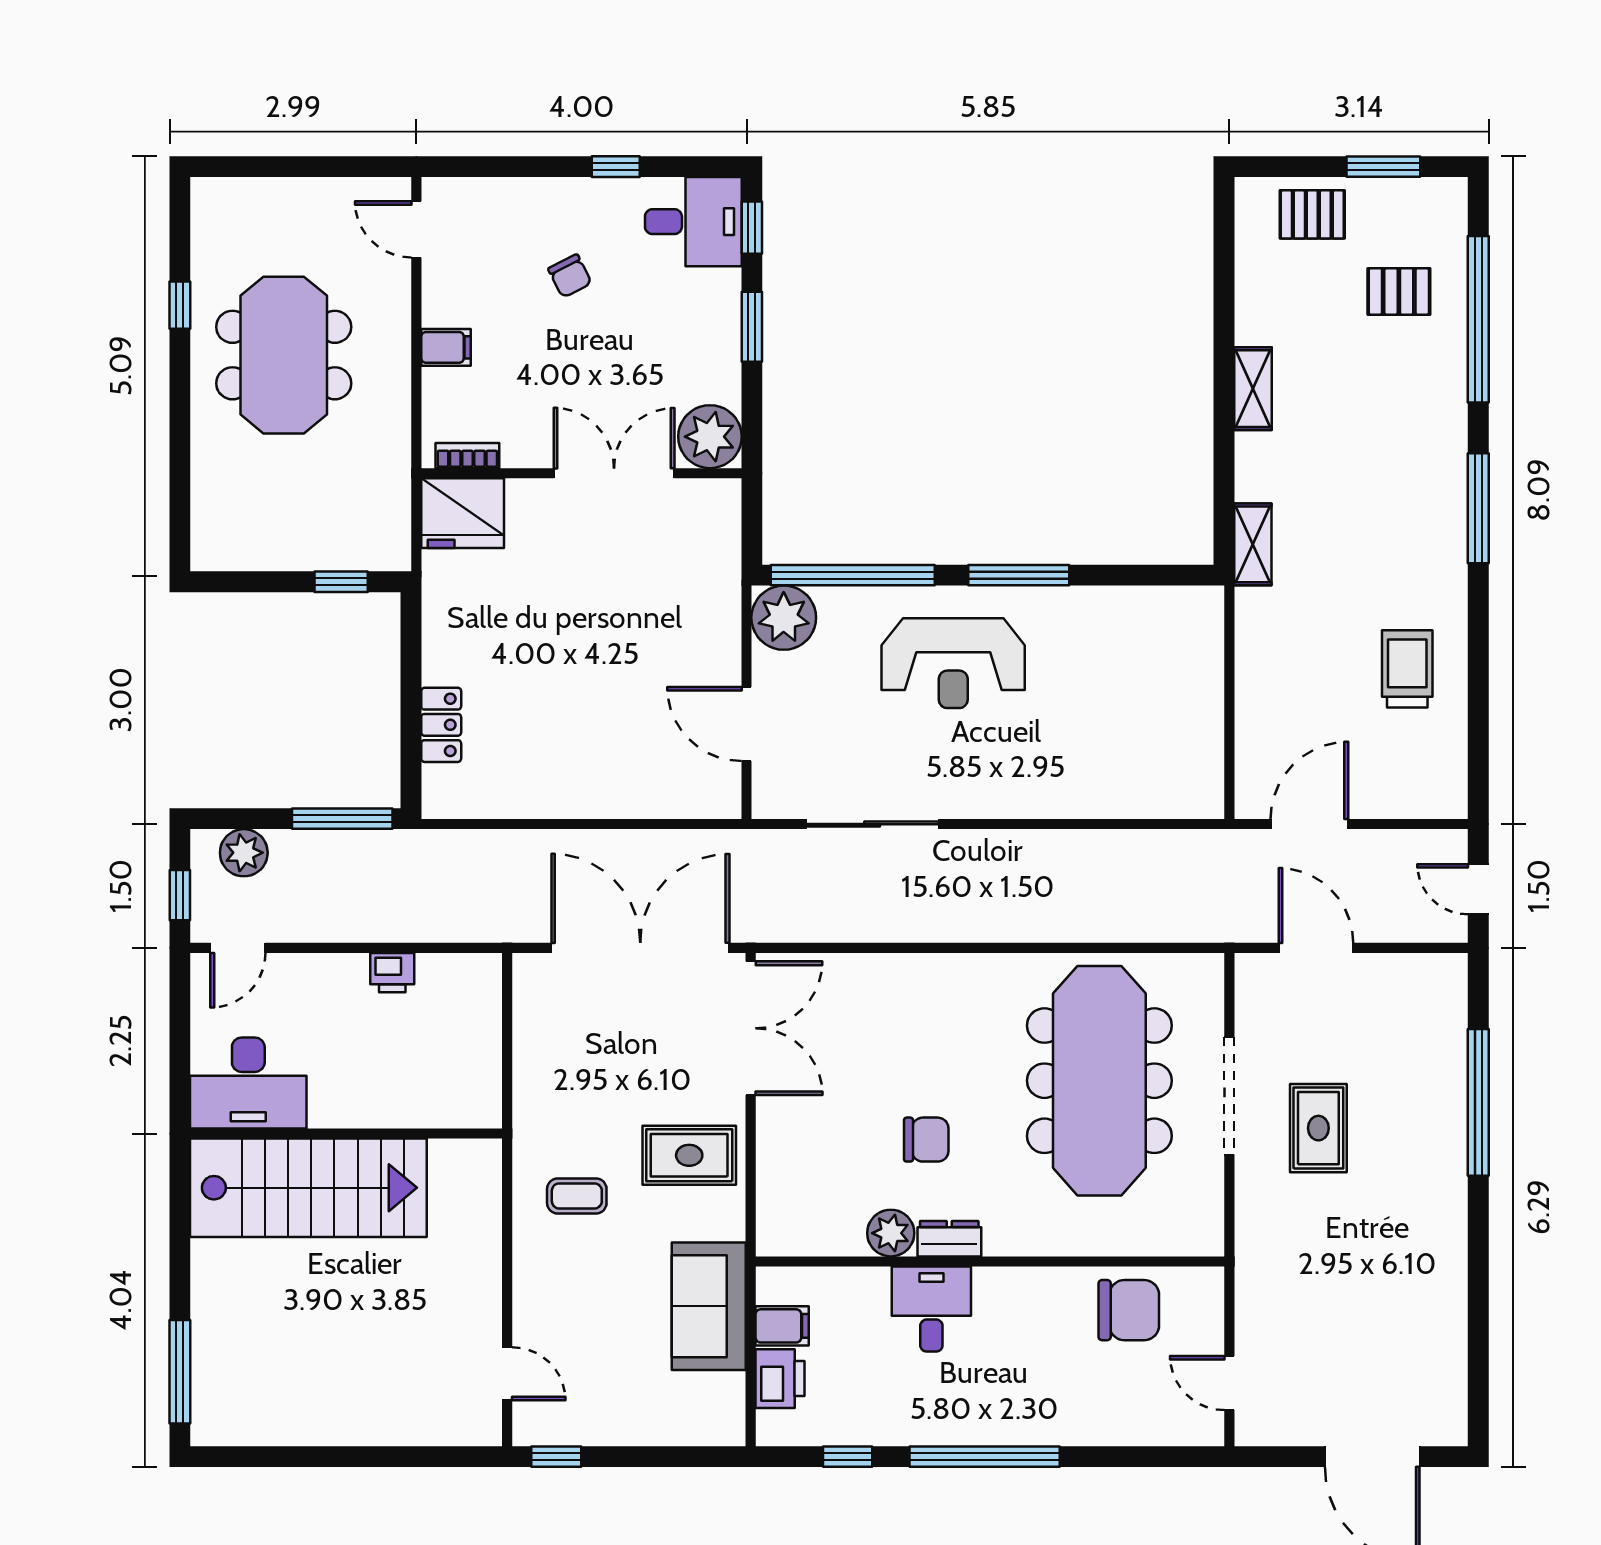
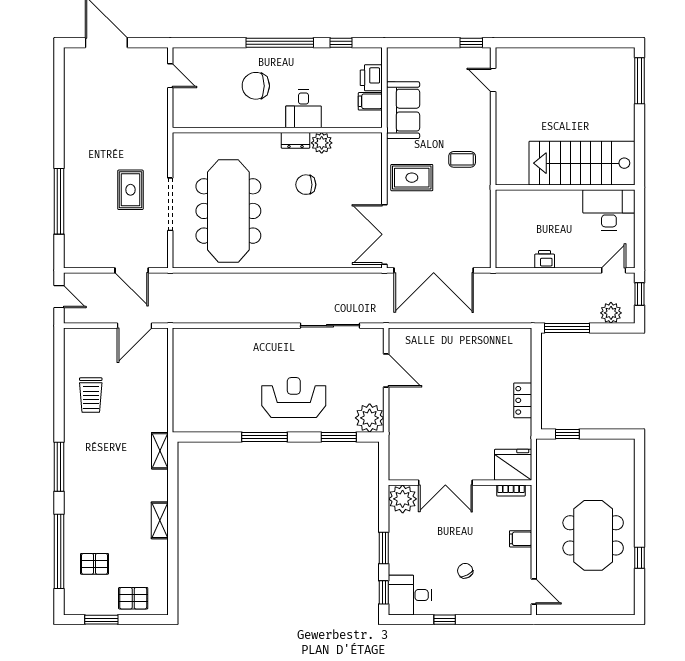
window: (853, 575) -> (339, 437), width x0.47
locker: (441, 725) -> (523, 400), moved
chair: (1129, 1310) -> (256, 86), moved

